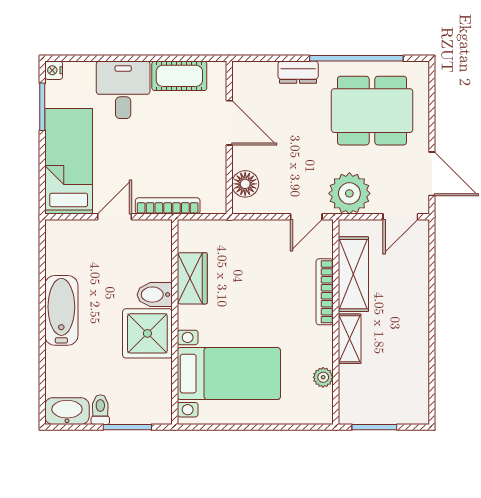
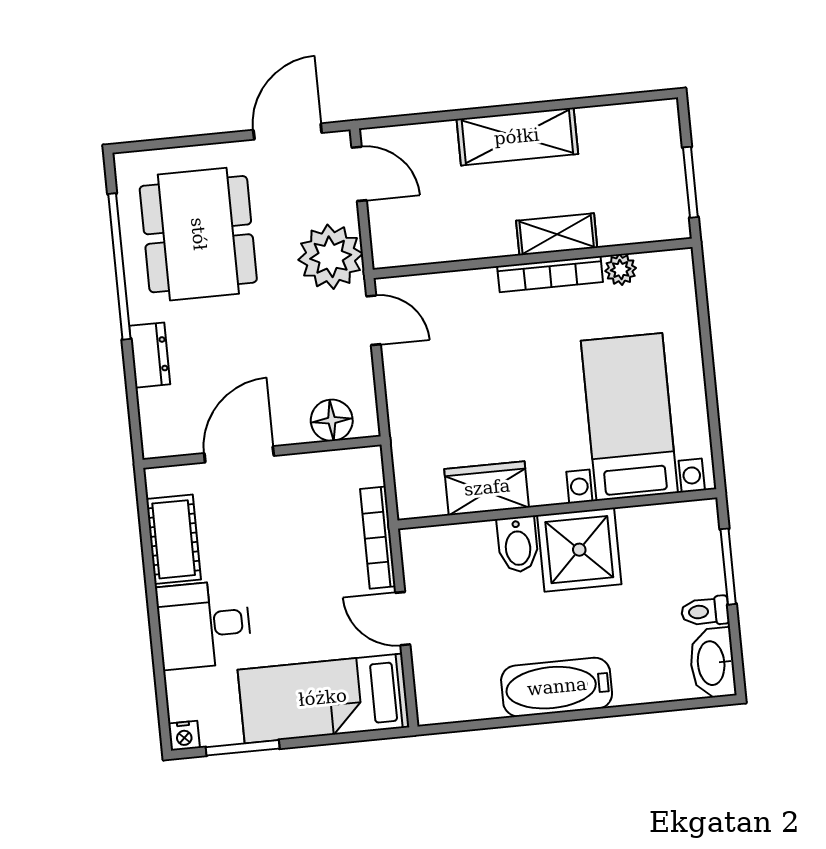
shelving: (353, 274) -> (517, 137), moved
bookcase: (325, 292) -> (550, 274), moved

